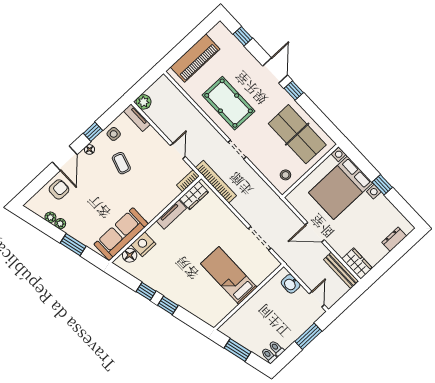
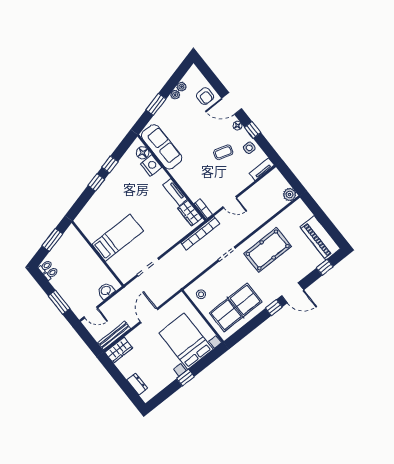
piano: (195, 58) -> (320, 238), moved
plant: (144, 102) -> (289, 194), moved

